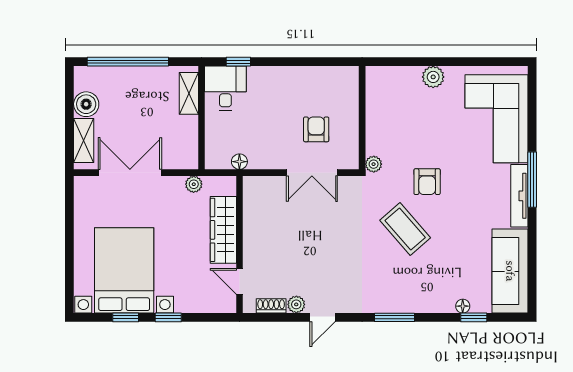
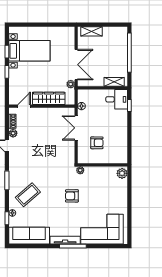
plant: (433, 77) -> (122, 173), moved
boiler: (86, 104) -> (109, 33), removed
double door: (130, 173) -> (76, 65), moved
double door: (312, 173) -> (76, 128), moved
coffee table: (405, 229) -> (28, 195), moved
bed with nightstands: (124, 270) -> (29, 51), width x0.73

